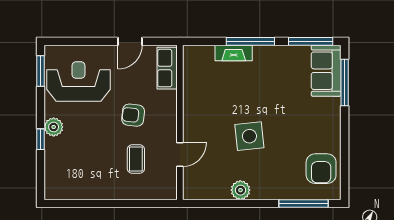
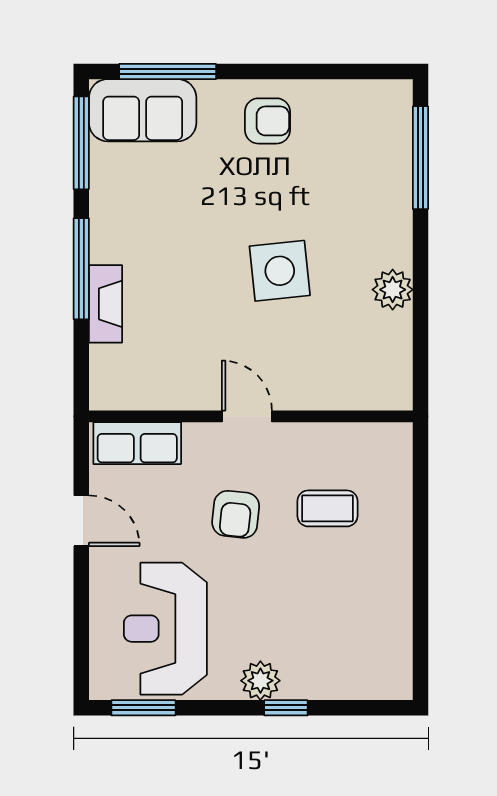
door: (180, 154) -> (247, 416), moved
armchair: (321, 169) -> (267, 121), moved, width x0.72, depth x0.72

